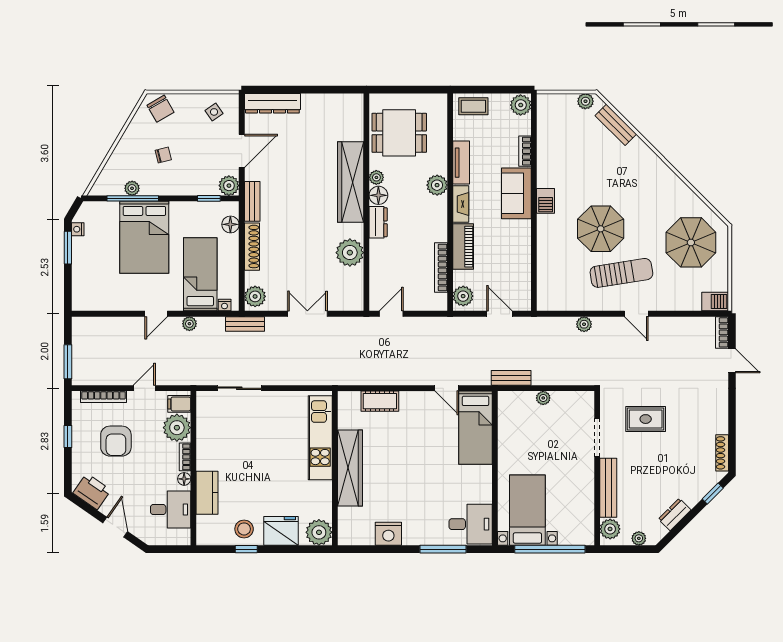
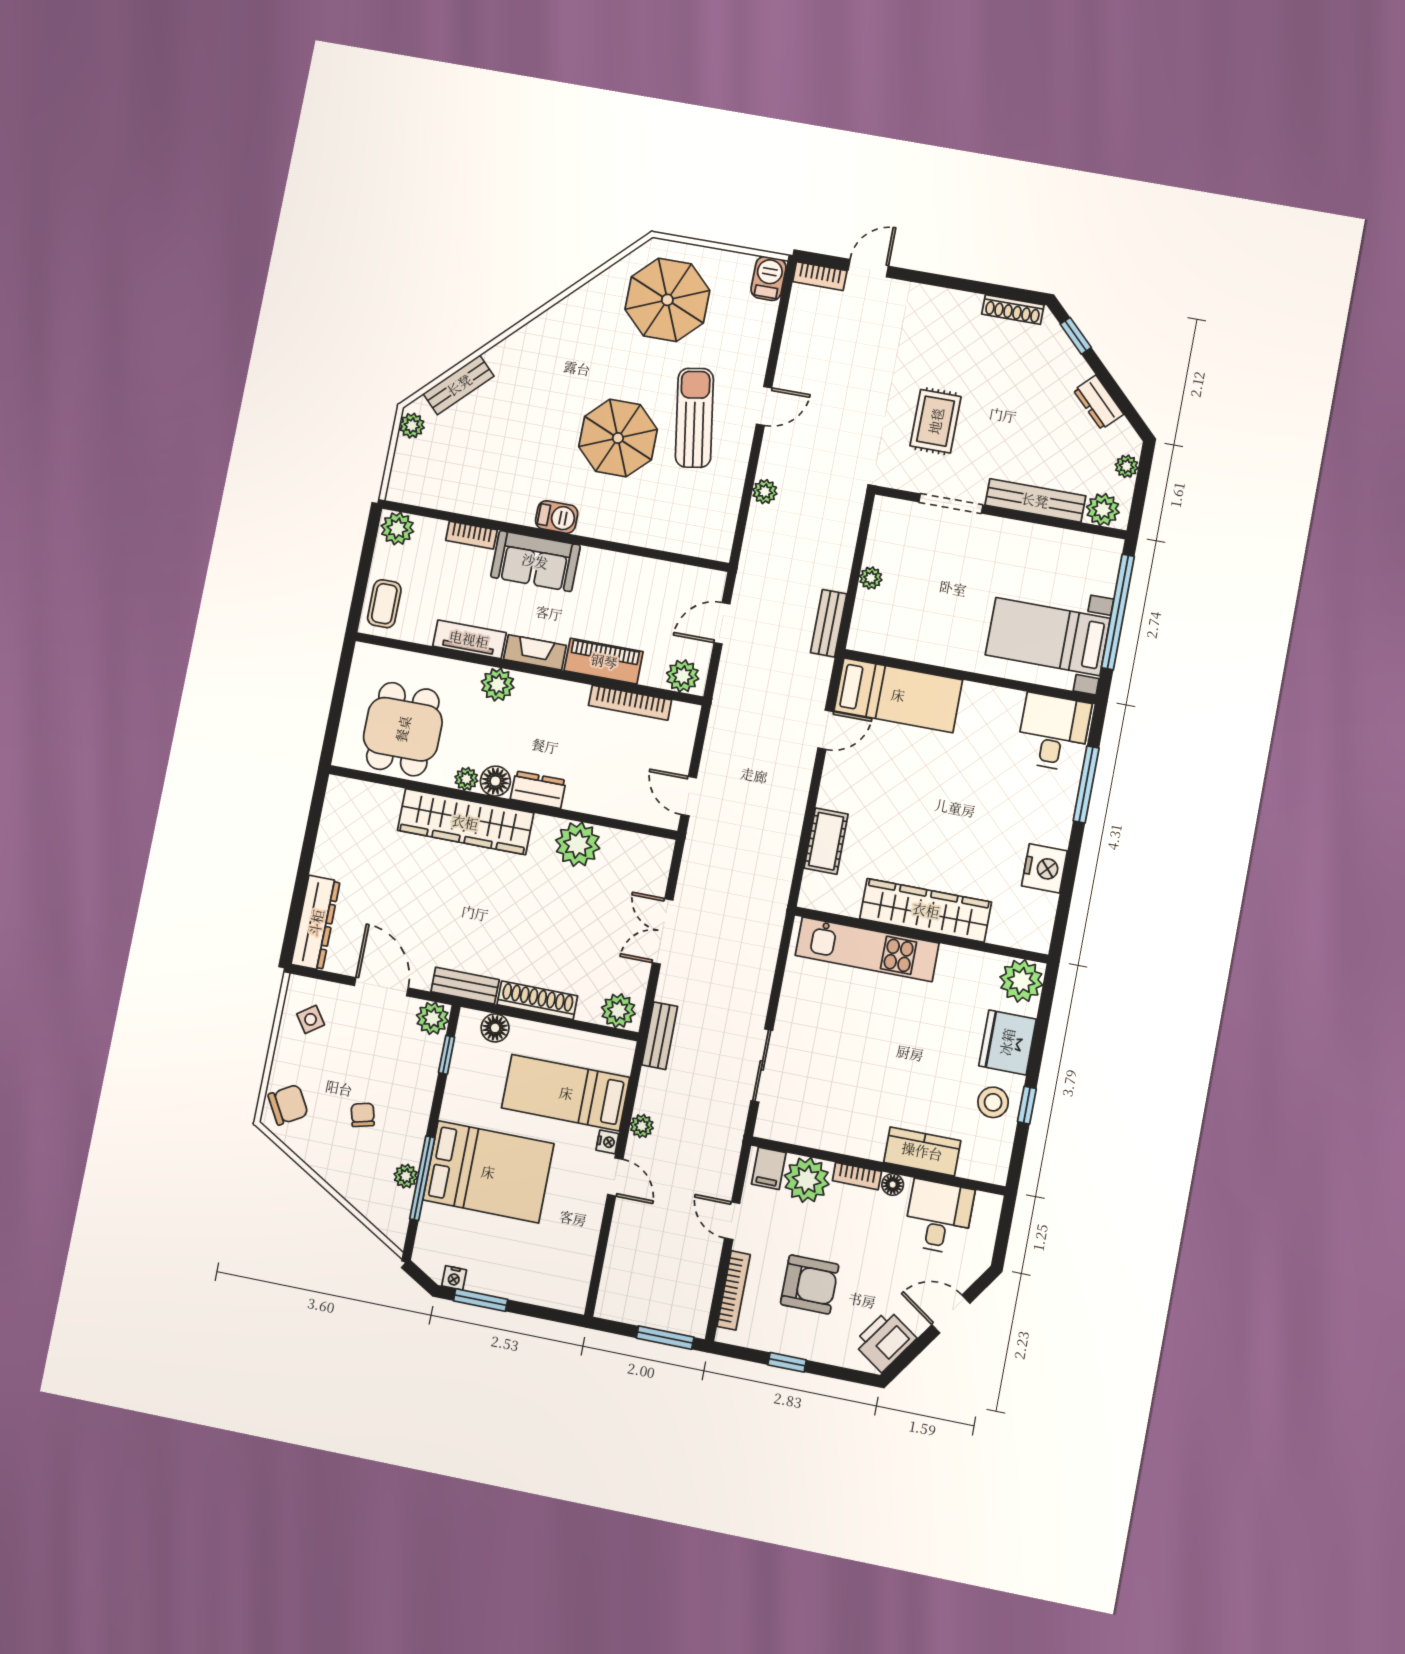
nightstand: (225, 305) -> (607, 1142), moved

